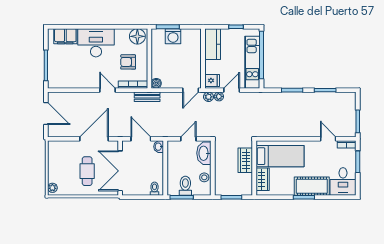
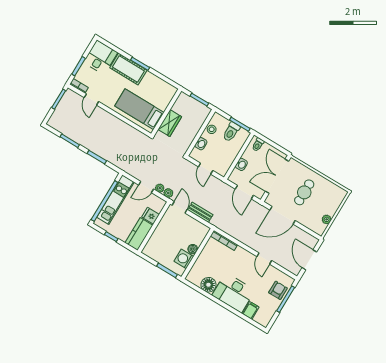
filing cabinet: (65, 36) -> (251, 310), width x0.50
floor lamp: (137, 36) -> (208, 285), moved
washing machine: (173, 36) -> (184, 259), moved, turned -90
armchair: (128, 62) -> (278, 290), moved, turned -90
fridge: (212, 80) -> (151, 216), moved
boiler: (156, 83) -> (193, 249), moved
door: (107, 90) -> (264, 259), moved
door: (191, 90) -> (180, 207), hinge flipped
bench: (147, 97) -> (200, 212), moved
door: (188, 139) -> (206, 169), hinge flipped
washbasin: (159, 147) -> (241, 164), moved
washbasin: (204, 153) -> (201, 144), width x0.52, depth x0.69
double door: (120, 171) -> (277, 176), swing flipped
wardrobe: (263, 179) -> (165, 99), removed
plant: (52, 188) -> (327, 219), moved

